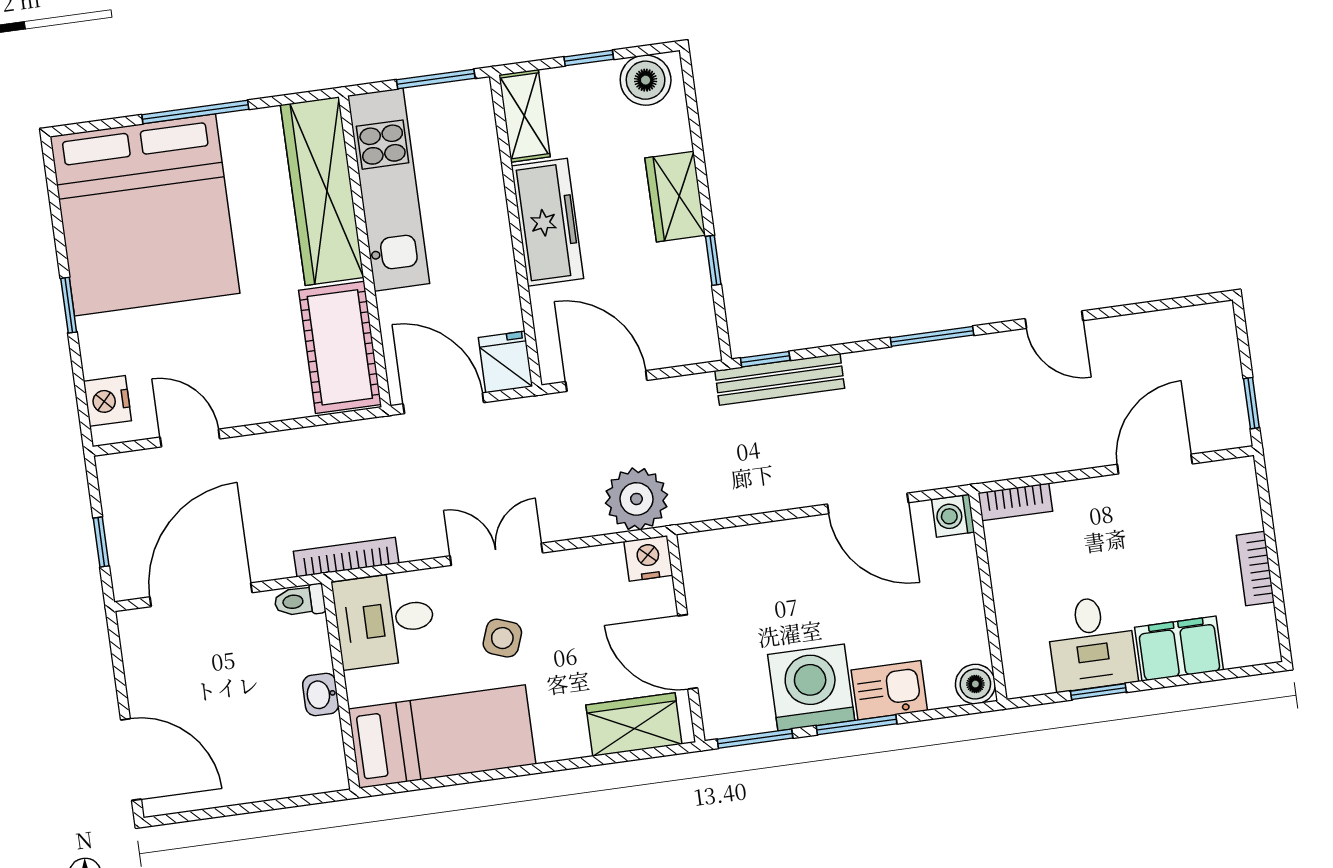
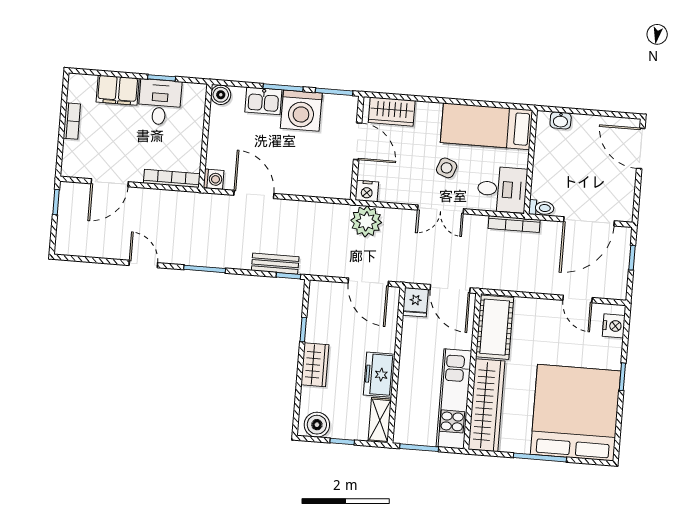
freezer: (547, 222) -> (379, 375), width x0.71
bench: (780, 379) -> (275, 264), width x0.73
bookcase: (1015, 502) -> (172, 178), width x1.56
washbasin: (321, 694) -> (561, 120), moved, turned 90

